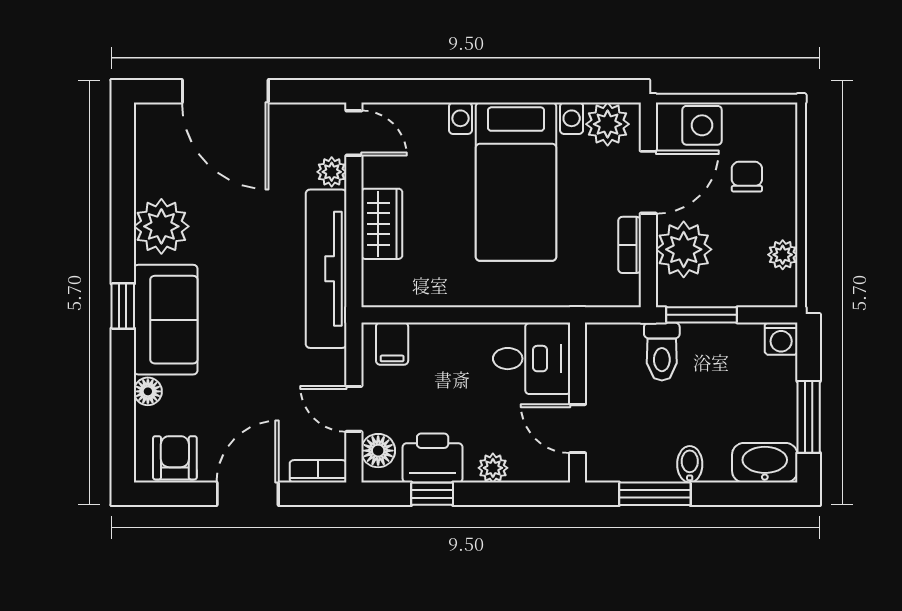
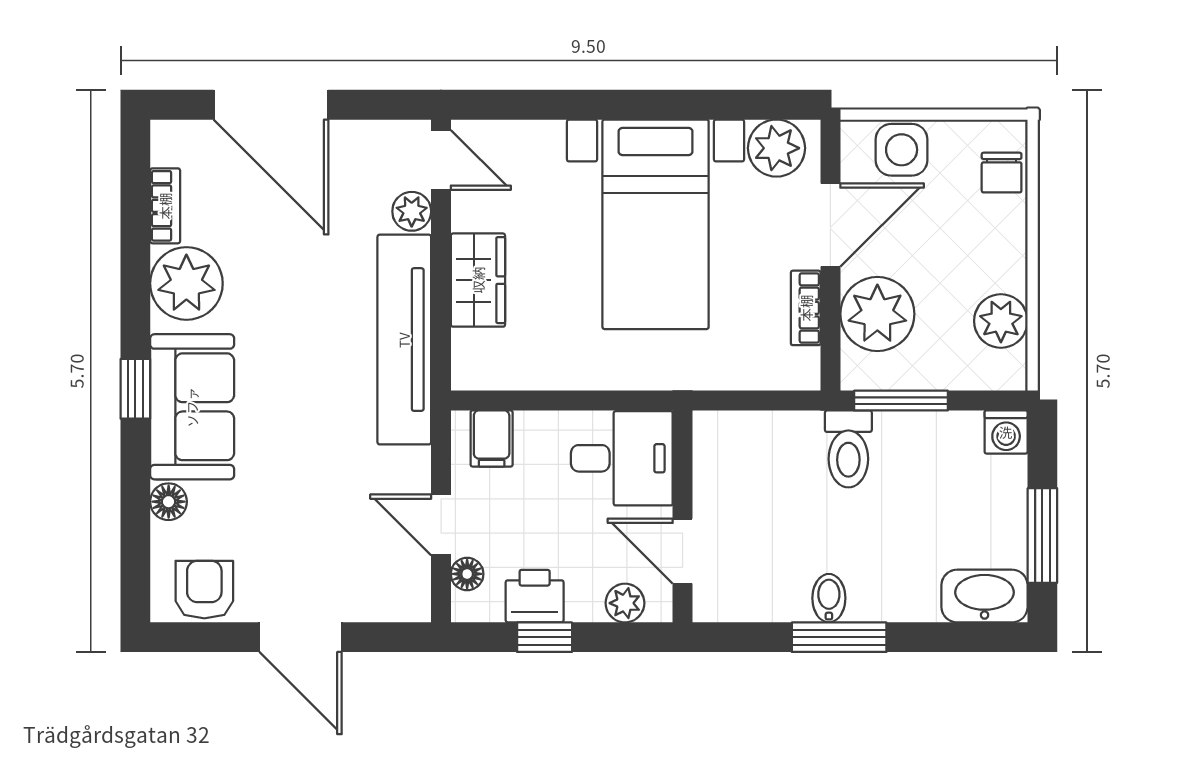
chair: (747, 177) -> (1002, 173), moved, turned 180
plant: (783, 255) -> (1001, 321), width x1.38, depth x1.38
desk: (532, 359) -> (622, 458), moved
wall: (577, 402) -> (683, 516), moved
door: (577, 429) -> (683, 551), moved
floor lamp: (378, 451) -> (467, 574), width x0.73, depth x0.73
printer: (433, 458) -> (535, 596), width x0.73, depth x0.81
bidet: (690, 464) -> (829, 598), moved
bookcase: (318, 471) -> (165, 206), moved, turned 90
door: (248, 494) -> (301, 637), swing flipped

